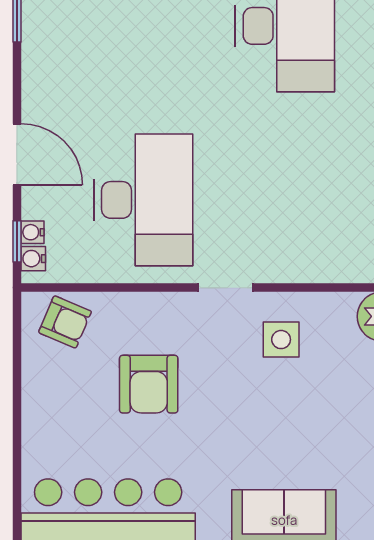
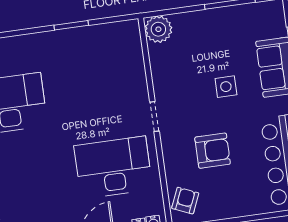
side table: (281, 340) -> (226, 87), moved

